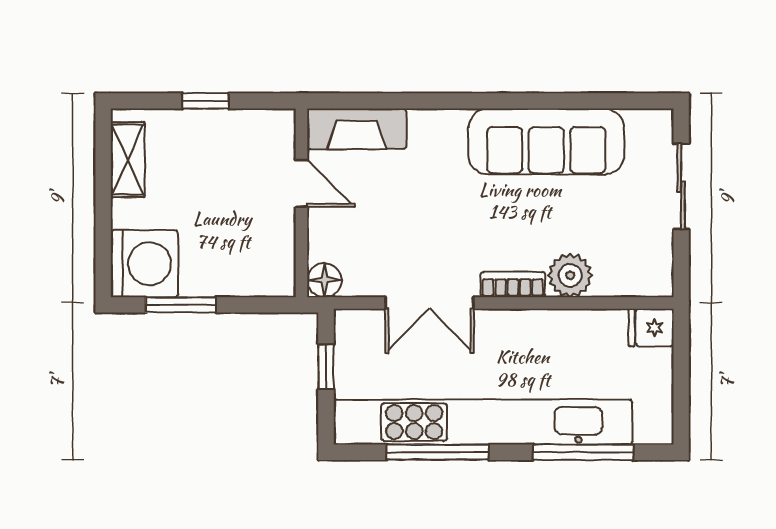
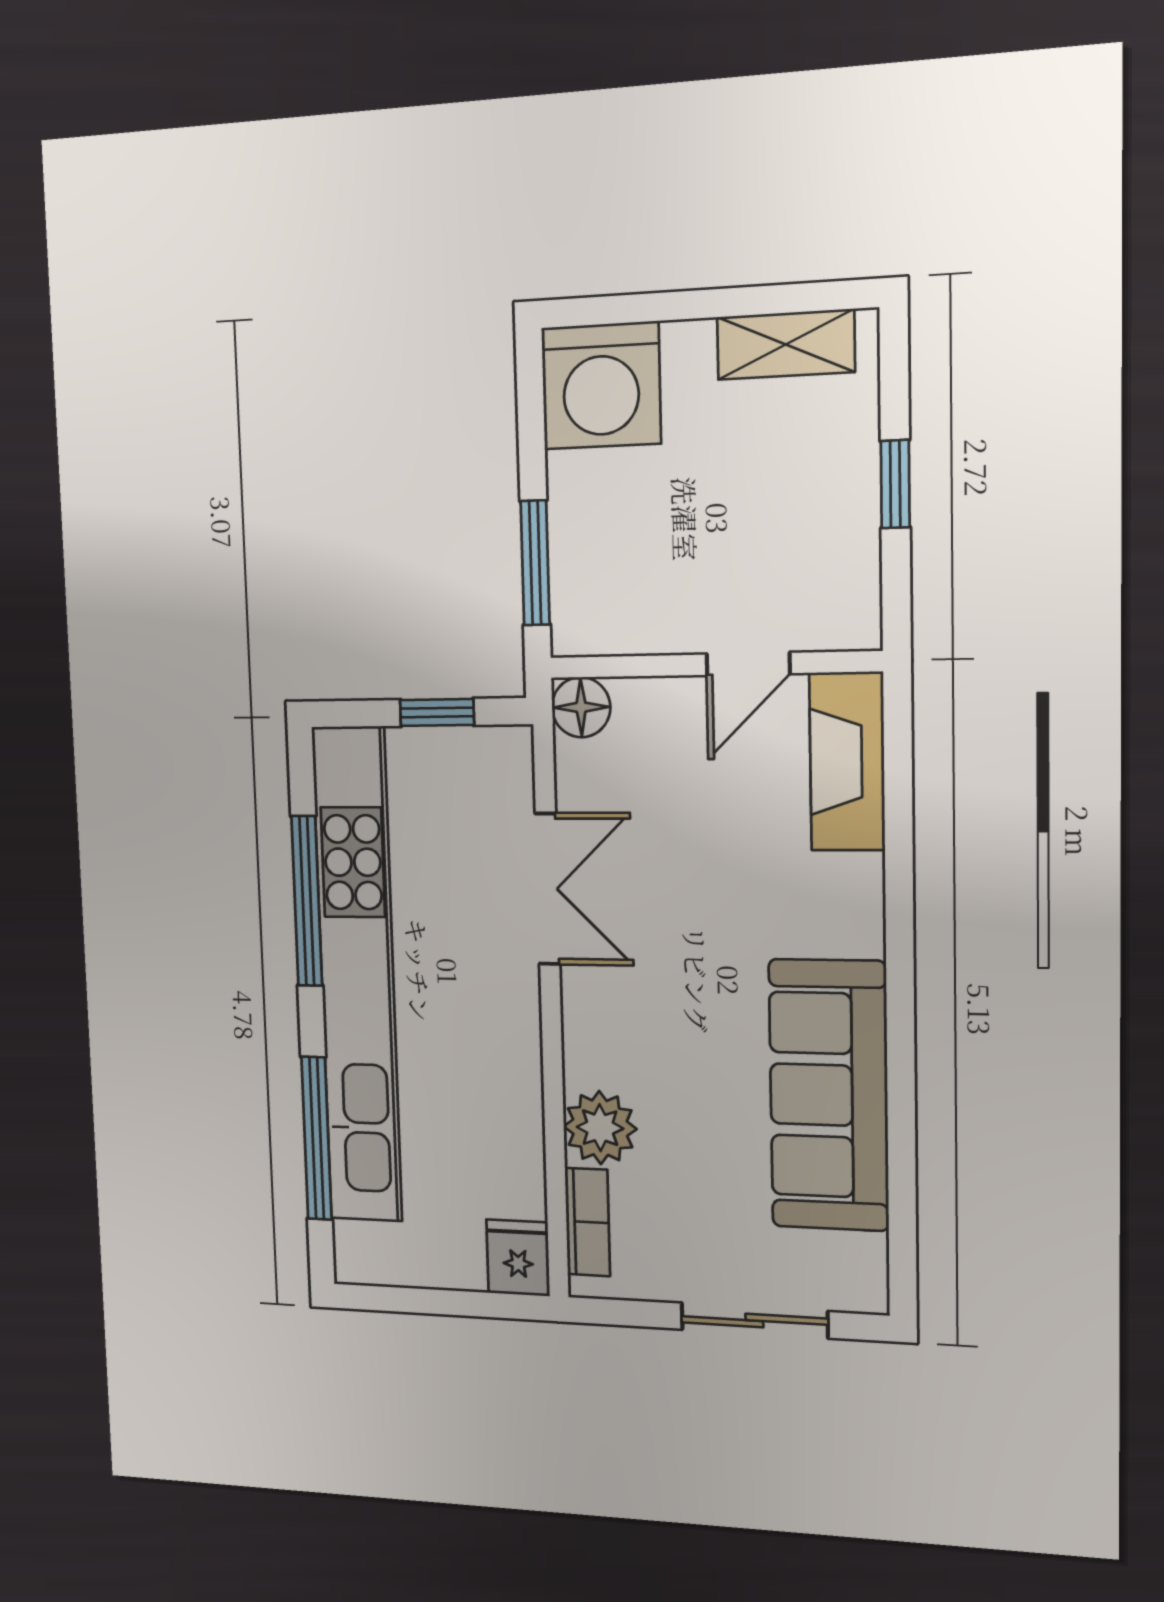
bookcase: (513, 284) -> (587, 1222), moved
double door: (429, 303) -> (548, 889), swing flipped
window: (181, 305) -> (535, 563), moved

